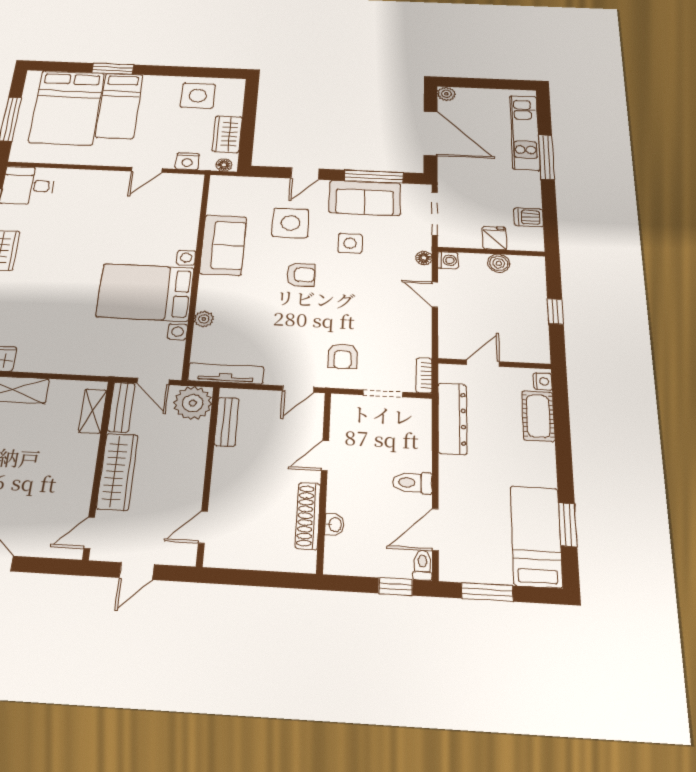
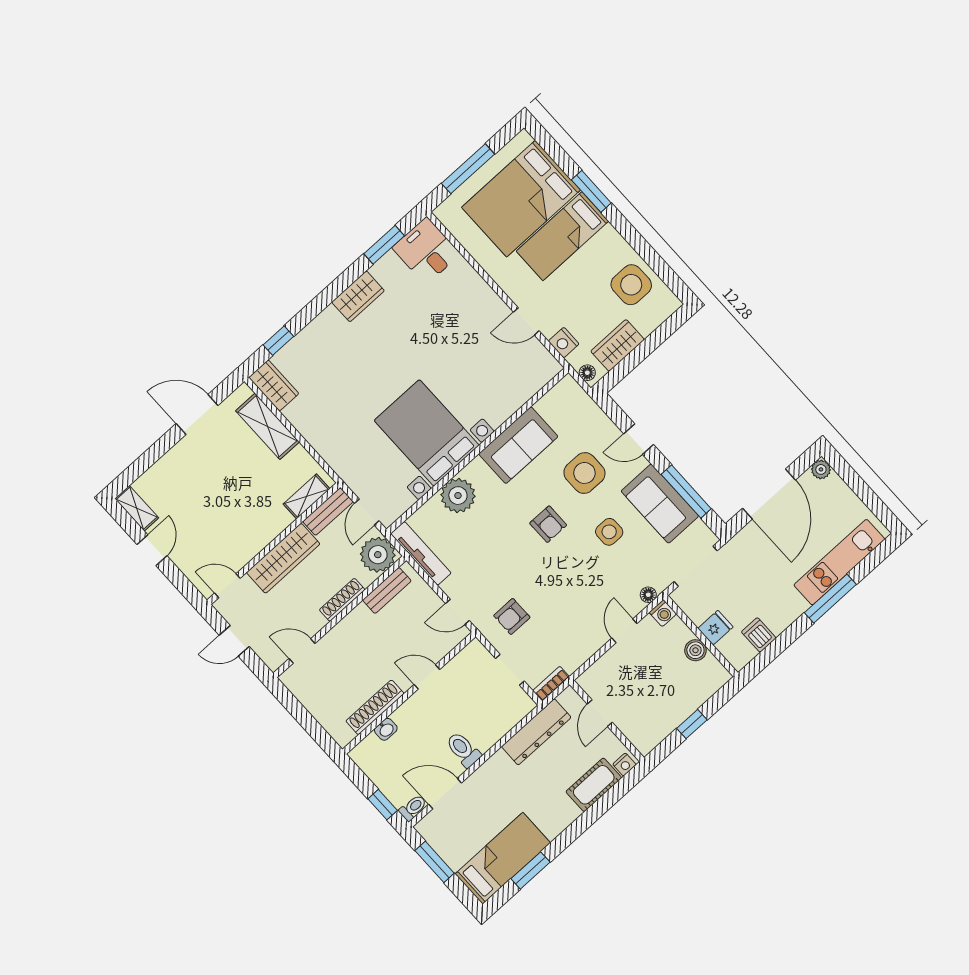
plant: (204, 319) -> (458, 496), width x1.88, depth x1.88
door: (483, 363) -> (600, 713), swing flipped
shoe rack: (197, 460) -> (342, 600), added

